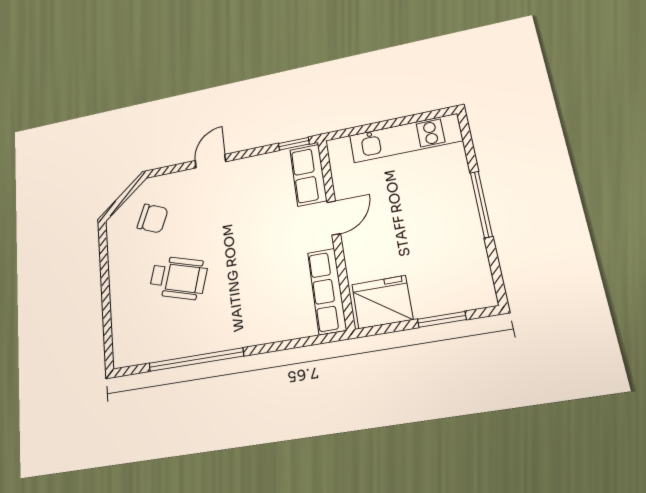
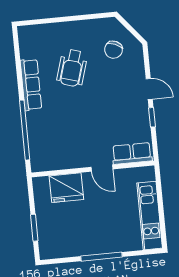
window: (294, 144) -> (152, 117), moved
row of seats: (327, 291) -> (31, 85), moved, turned 90
fridge: (382, 302) -> (66, 188), moved, turned 90
window: (196, 360) -> (25, 130), moved

